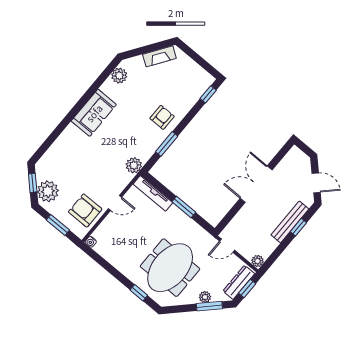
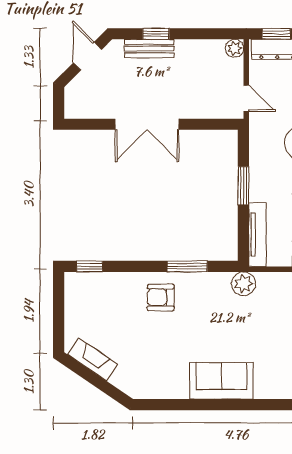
plant: (119, 76) -> (154, 387), removed
bench: (290, 222) -> (149, 49), width x0.73

